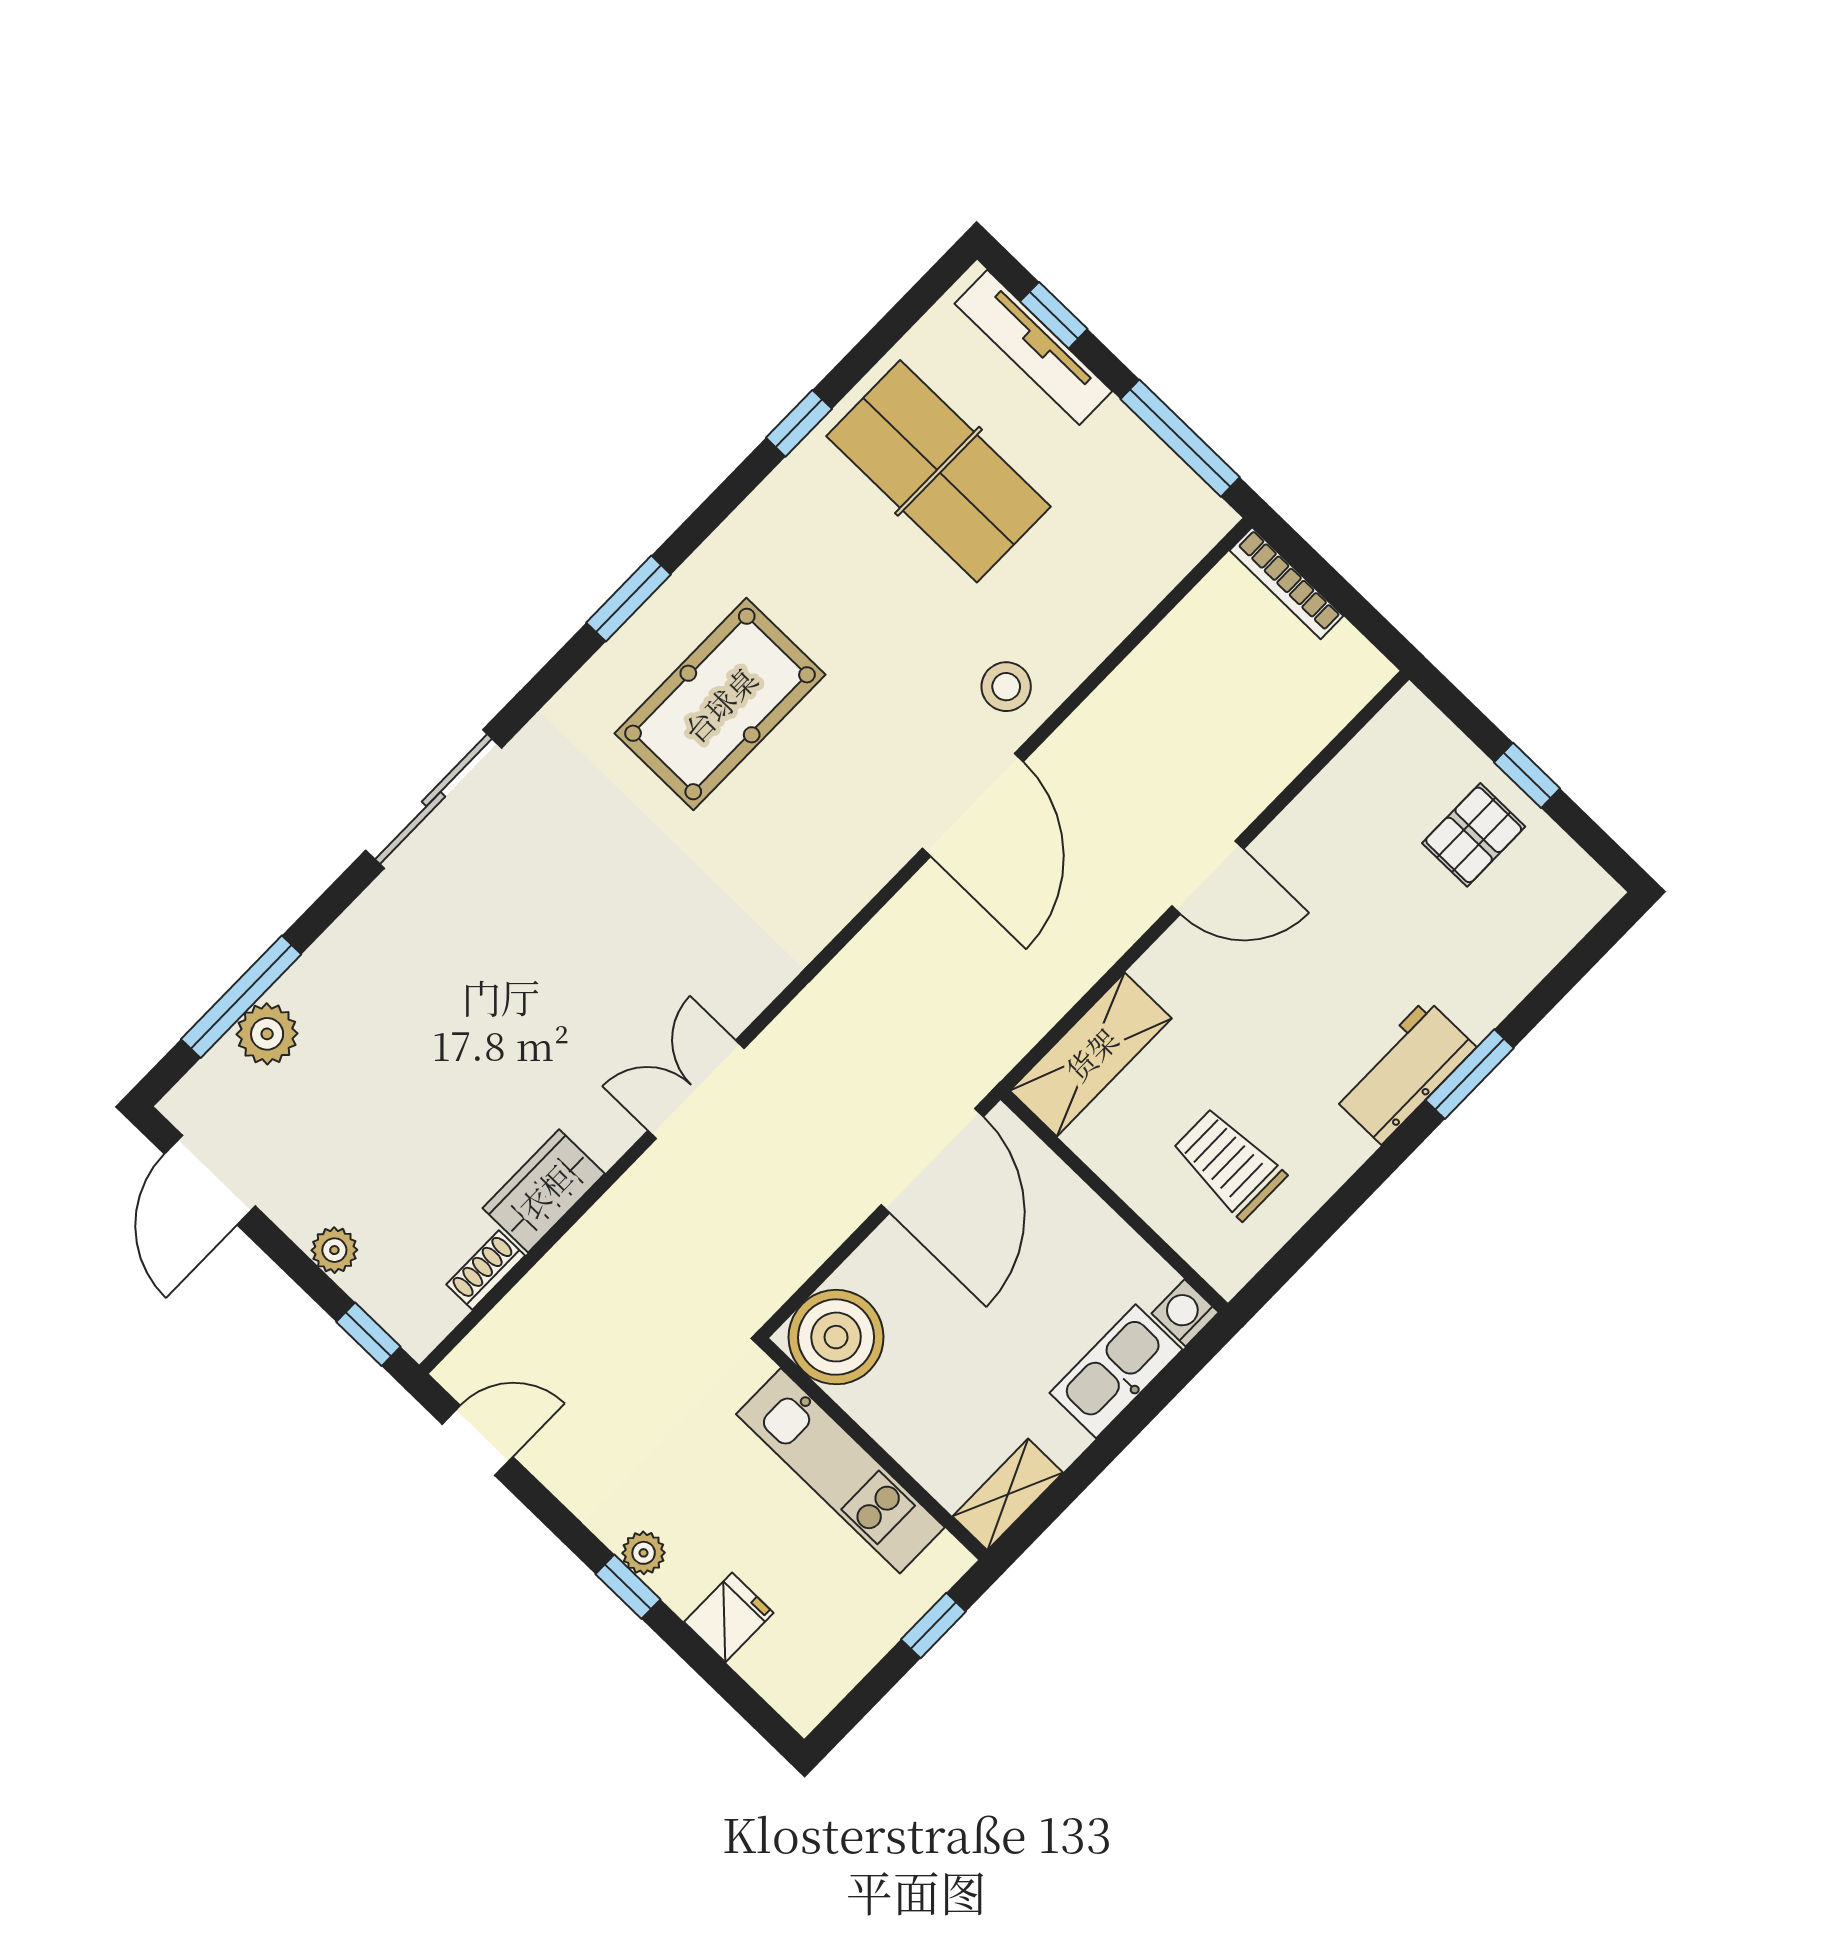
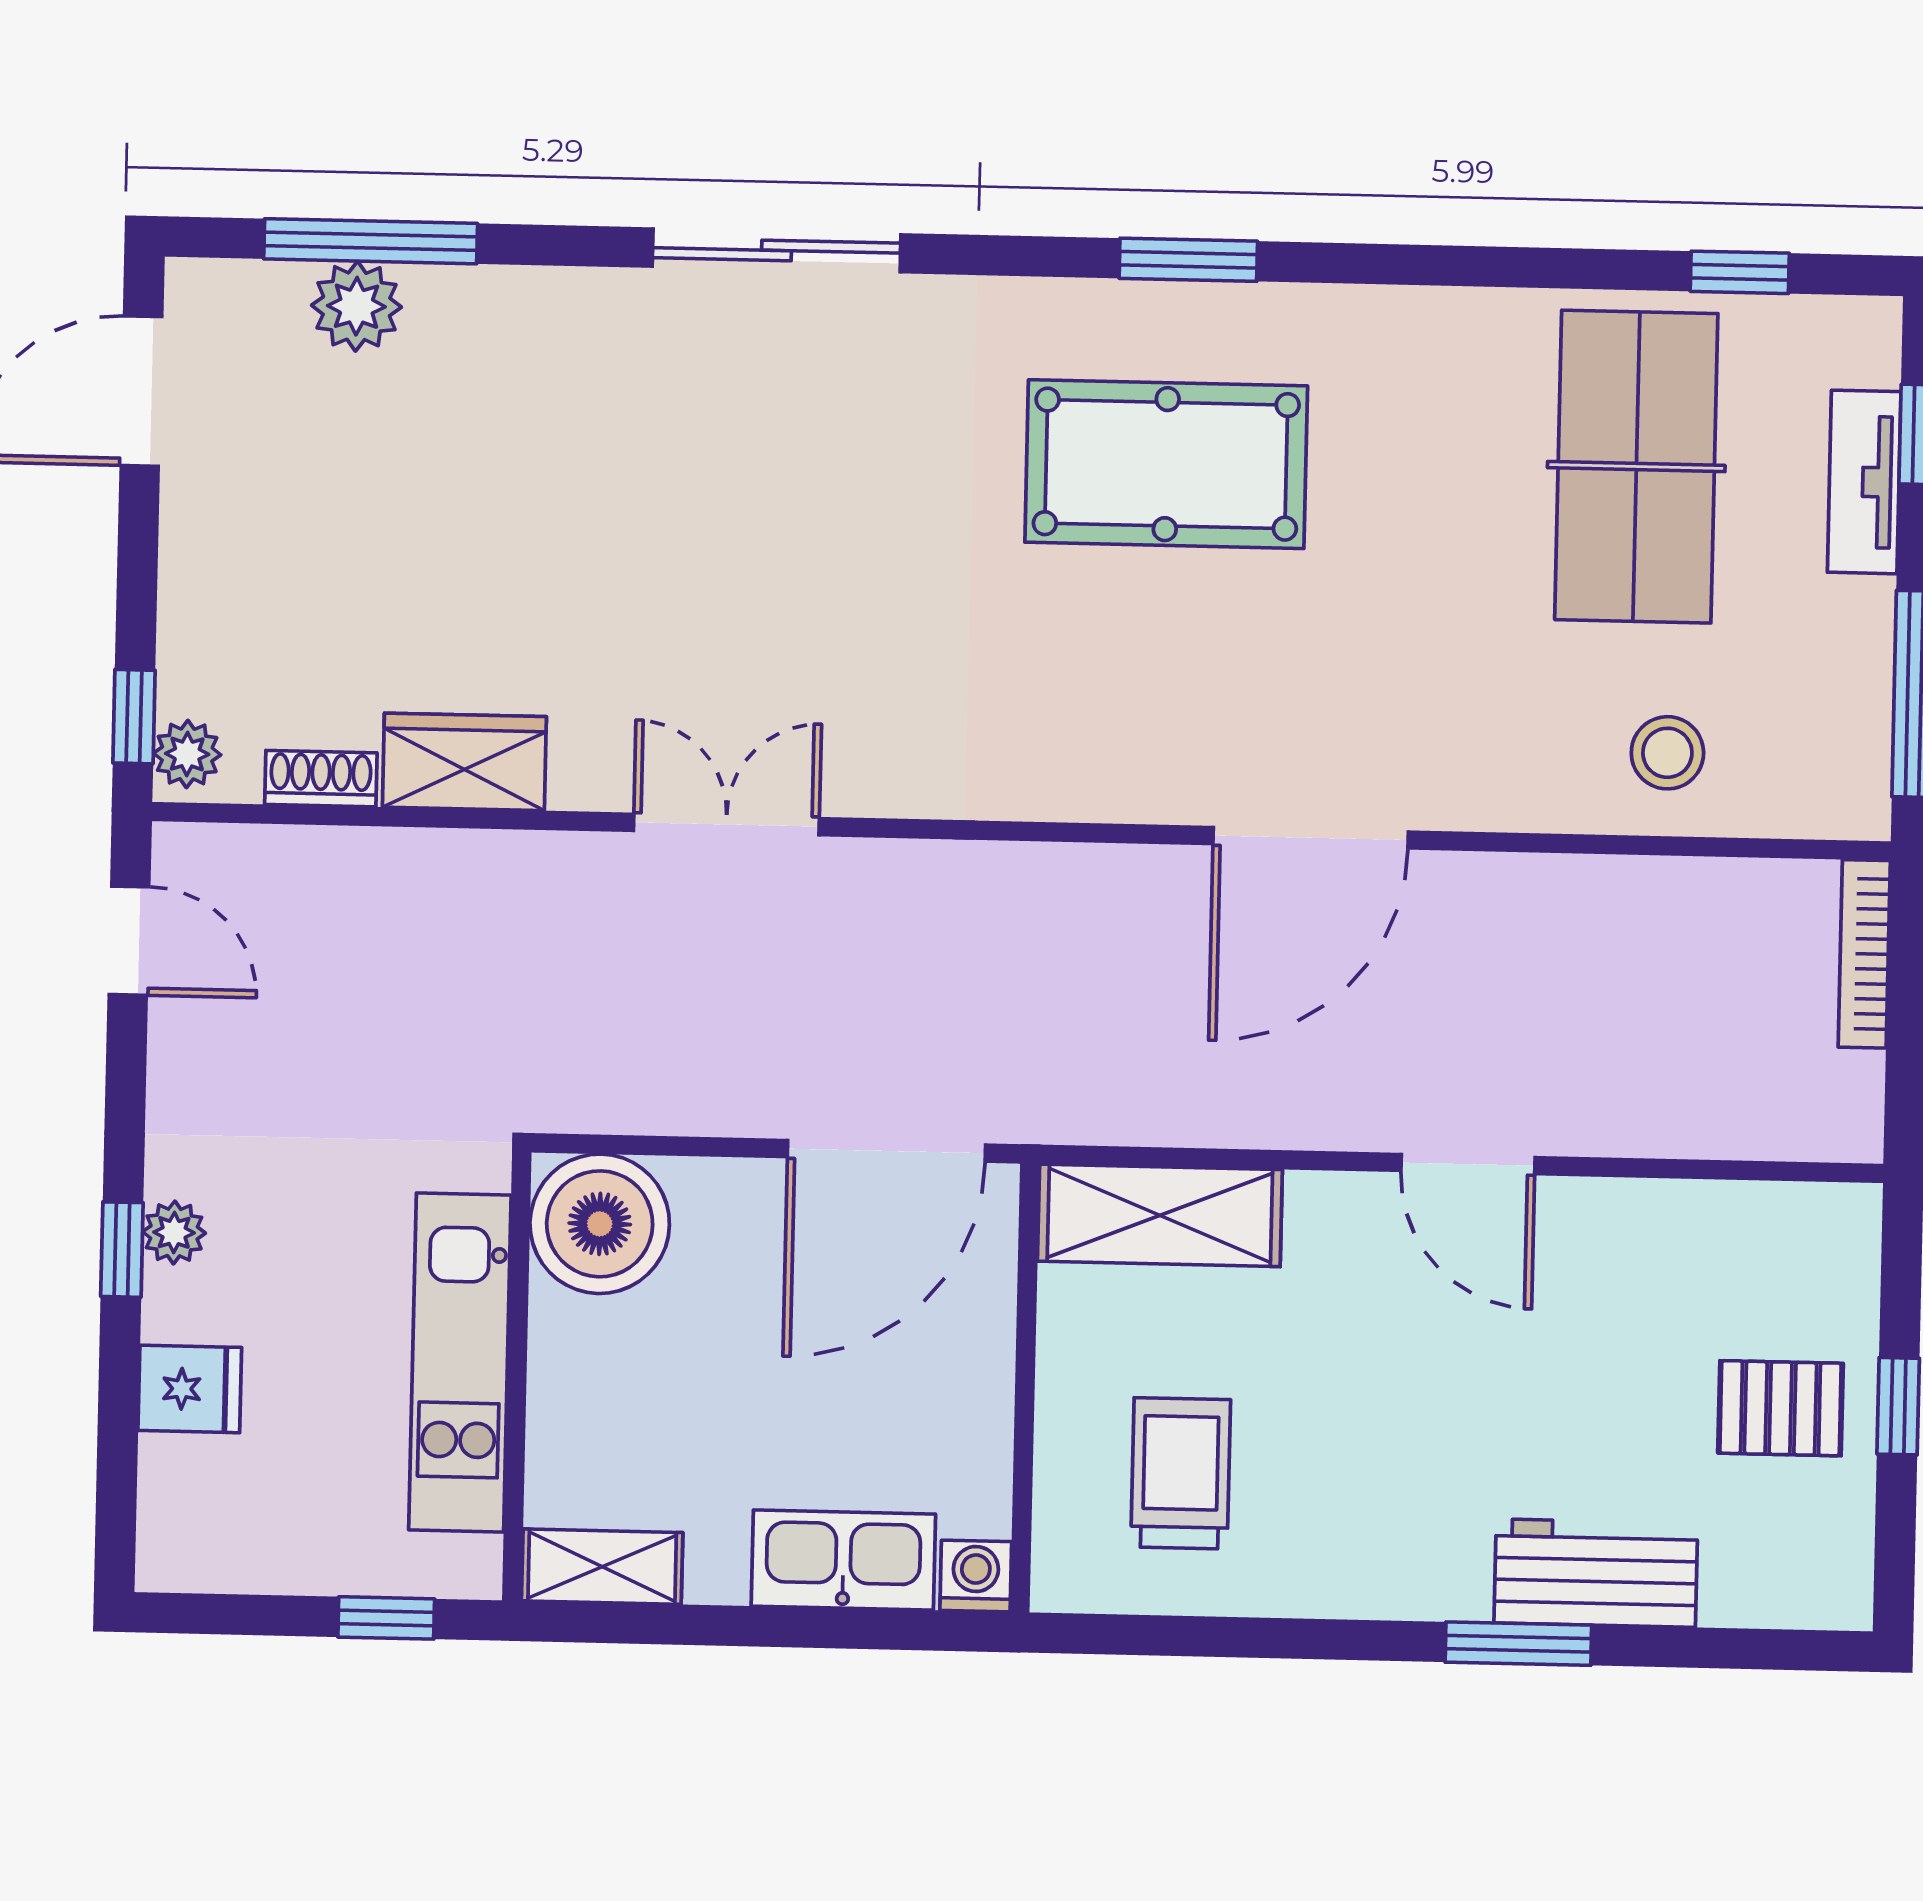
tv unit: (1033, 347) -> (1864, 482), width x0.71
window: (799, 423) -> (1740, 272), moved
stool: (1006, 687) -> (1667, 753), moved
workbench: (1404, 1072) -> (1596, 1573), moved
plant: (334, 1250) -> (187, 754), moved

